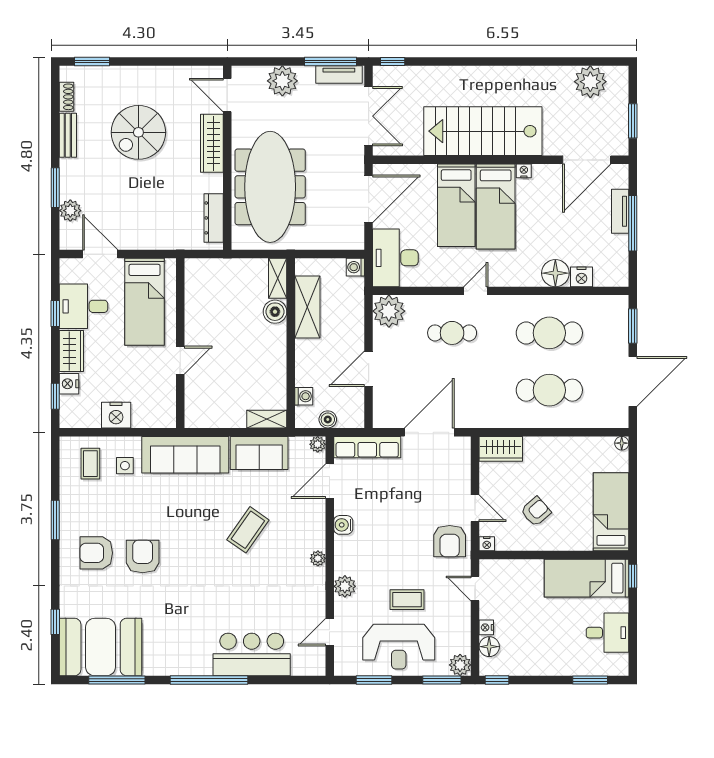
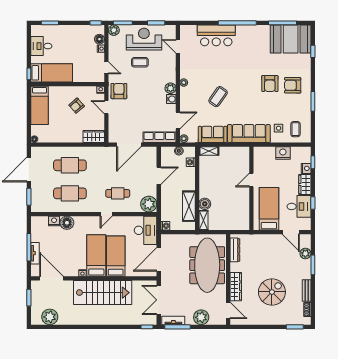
door: (587, 160) -> (52, 278), hinge flipped
armchair: (96, 553) -> (293, 85), turned 180
plant: (345, 586) -> (170, 88), moved
door: (330, 632) -> (178, 46), swing flipped

